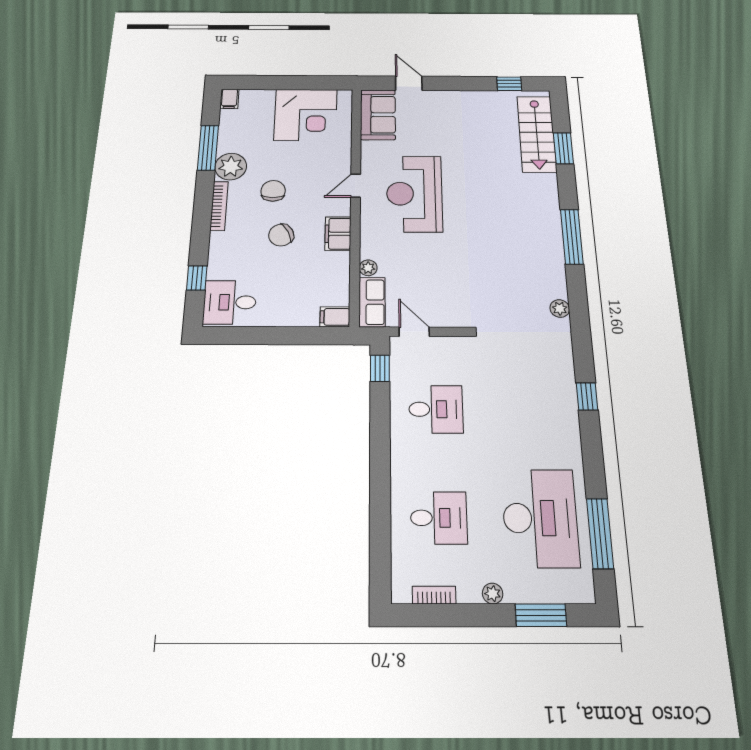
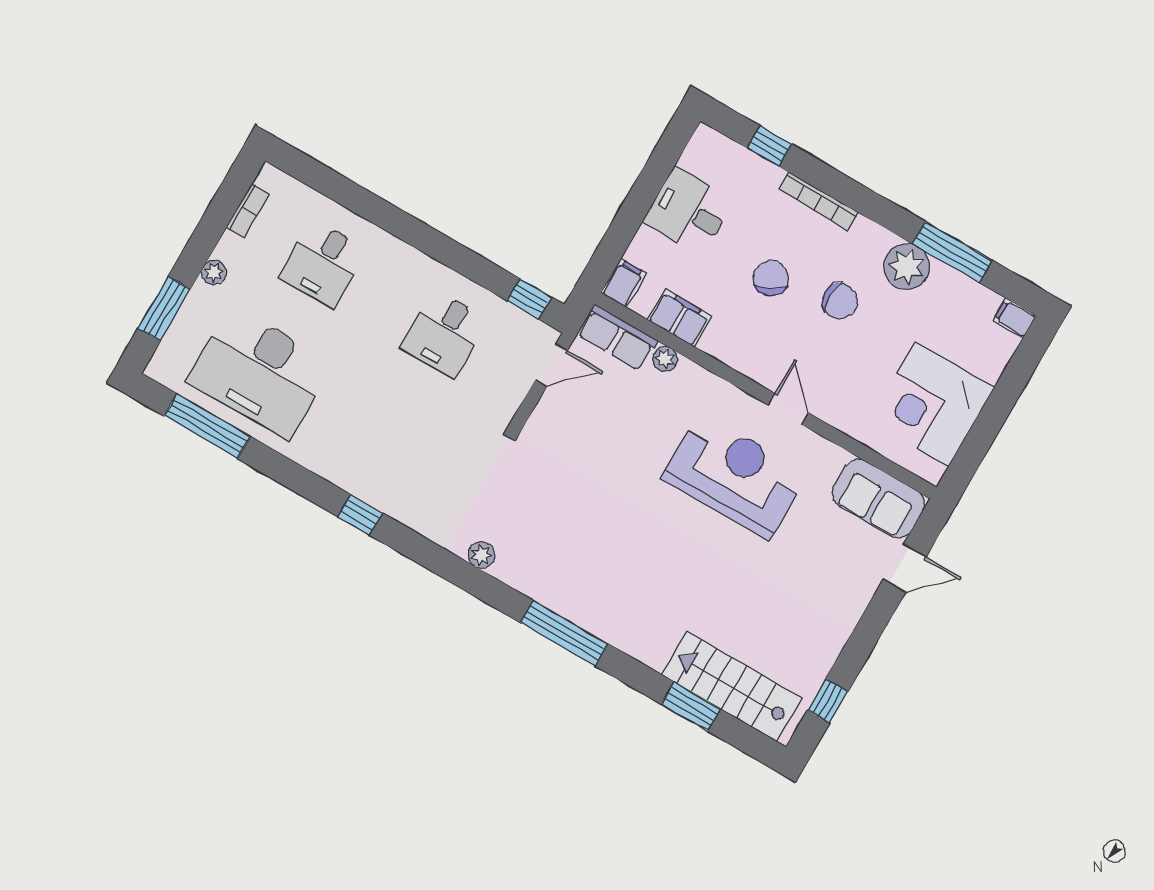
bookcase: (219, 206) -> (819, 201), moved
filing cabinet: (338, 234) -> (680, 318), moved
desk: (230, 302) -> (689, 211), moved, turned -90

